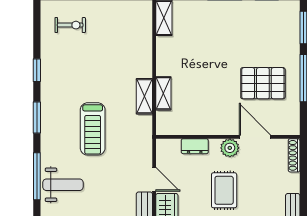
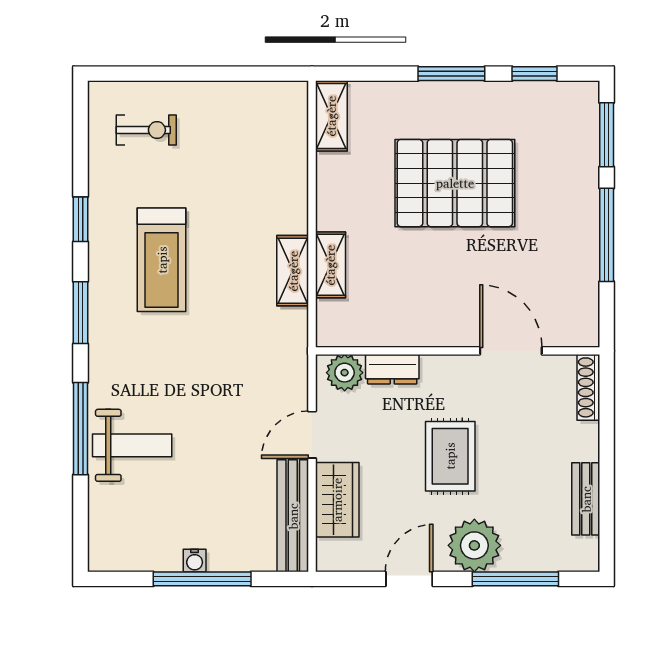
pallet: (263, 83) -> (455, 183), moved, width x1.37, depth x1.41
treadmill: (93, 129) -> (162, 260), moved
plant: (230, 148) -> (345, 373), moved
door: (154, 179) -> (312, 435), swing flipped

